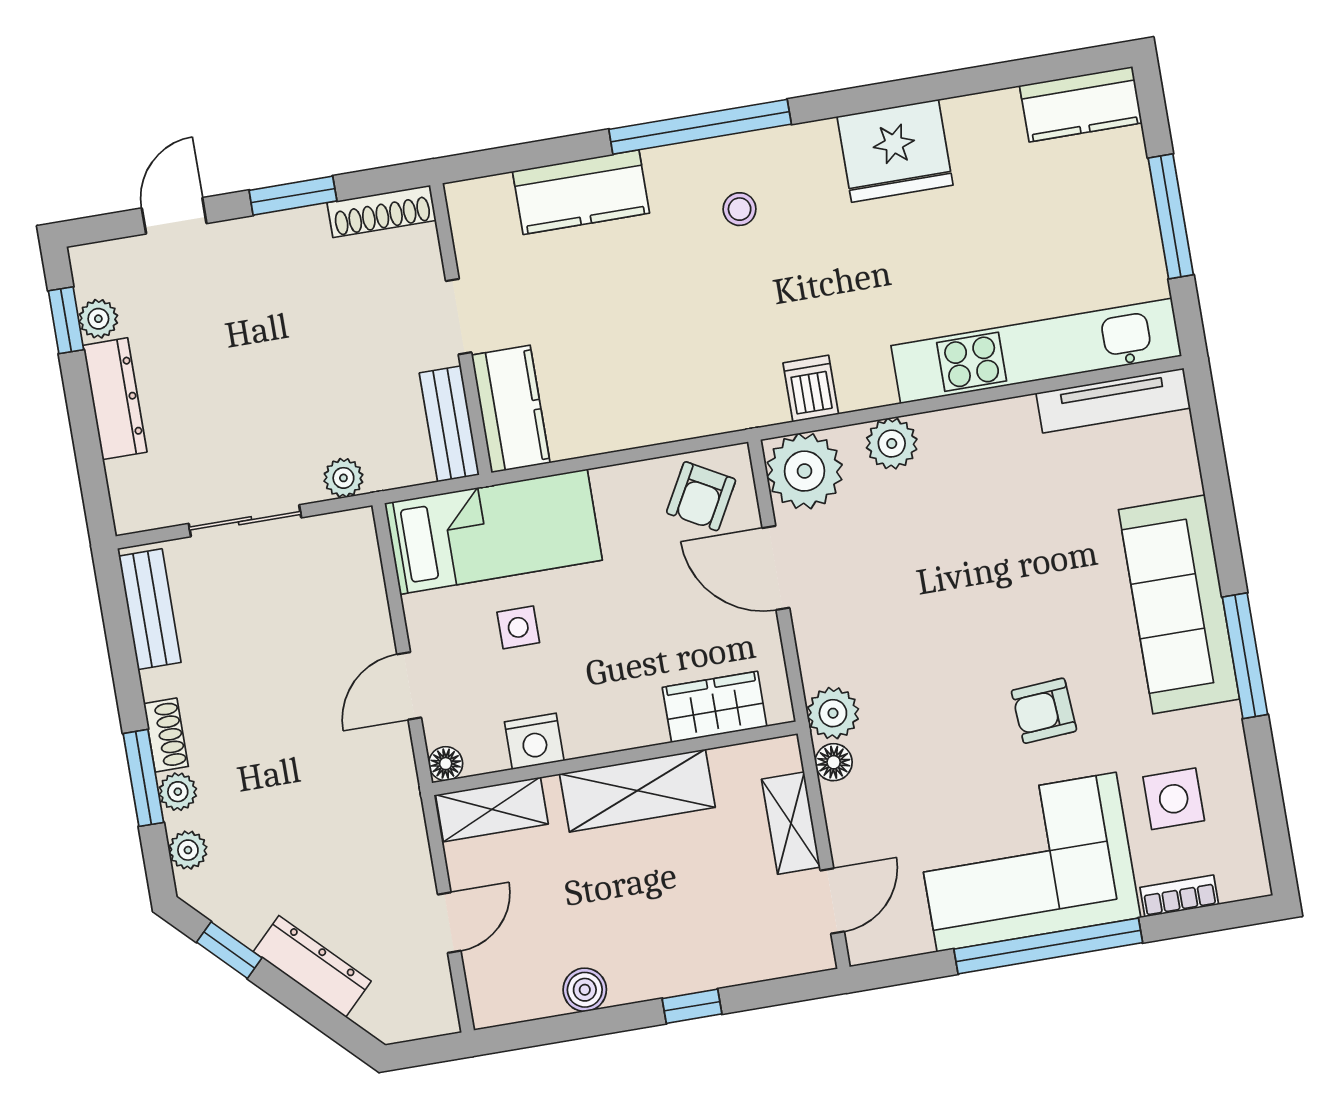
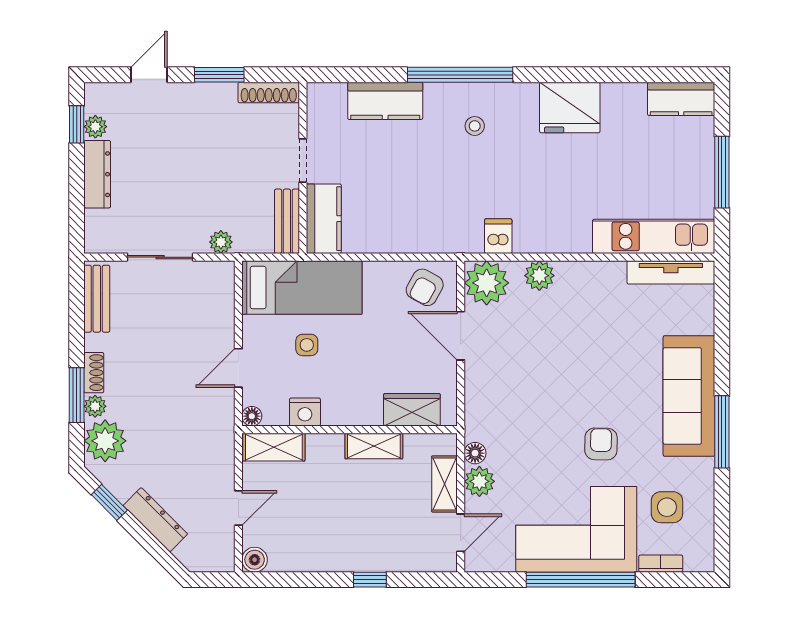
kitchen unit: (1036, 351) -> (654, 236), width x0.73
armchair: (1044, 711) -> (601, 444), turned 95
plant: (833, 713) -> (479, 481), moved
shelving: (637, 791) -> (374, 446), width x0.67, depth x0.75
plant: (188, 850) -> (105, 441), width x1.87, depth x1.87
boiler: (585, 990) -> (255, 560), moved

